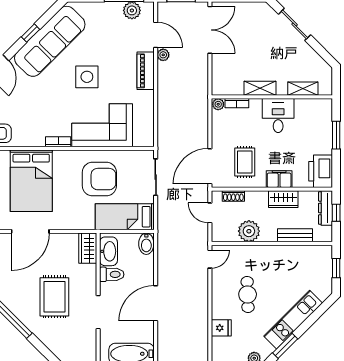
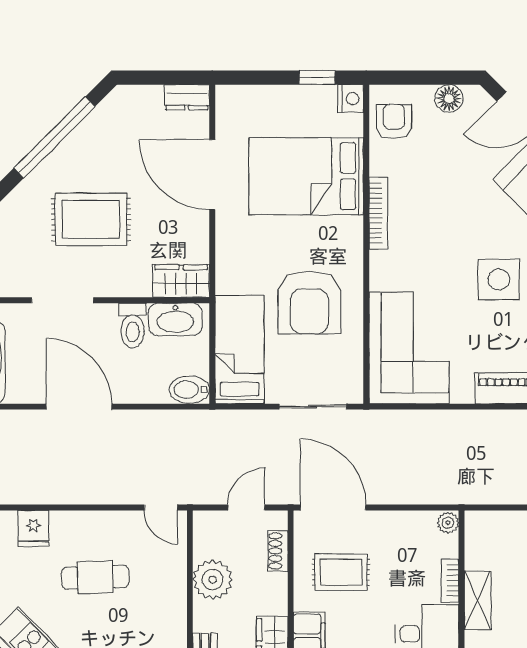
bookcase: (237, 103) -> (450, 581), moved
corner sofa: (102, 125) -> (409, 348), moved
bookcase: (58, 142) -> (378, 213), width x1.56

